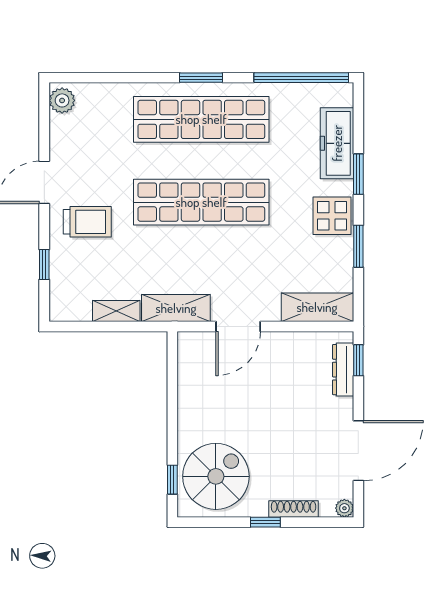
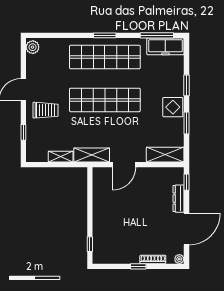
window: (301, 78) -> (157, 35), width x0.68
freezer: (337, 143) -> (165, 46), moved, turned -90
dresser: (343, 370) -> (179, 199), moved
spiral stairs: (216, 476) -> (112, 243), removed

